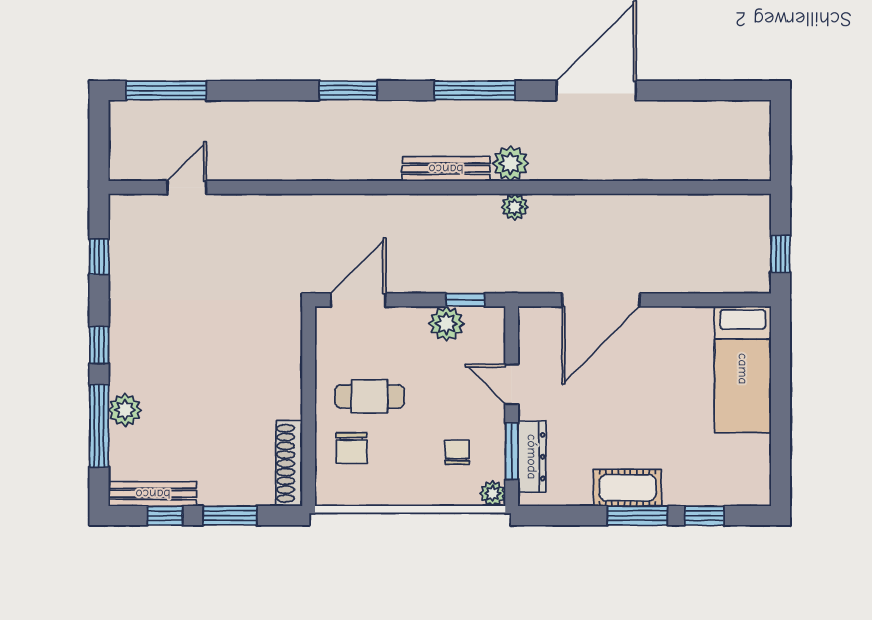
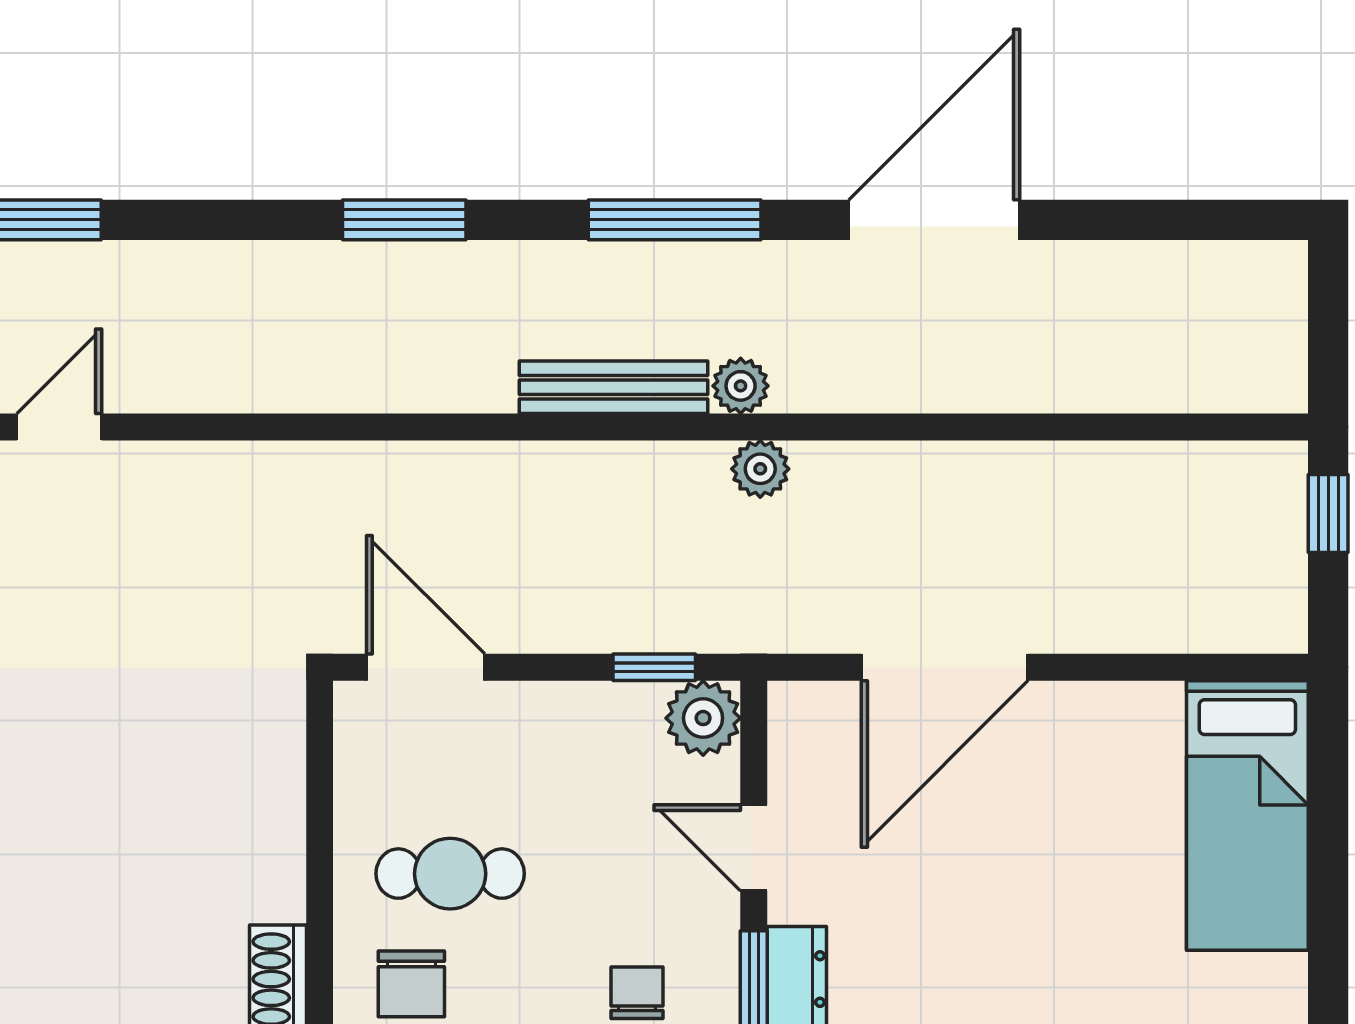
plant: (510, 163) -> (741, 386), width x0.73, depth x0.73
window: (781, 254) -> (1328, 513), moved
door: (358, 300) -> (426, 667), hinge flipped
plant: (446, 324) -> (703, 718), moved

